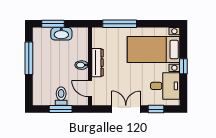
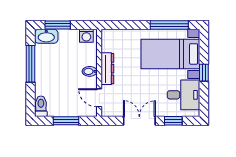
window: (120, 24) -> (169, 25), moved
washing machine: (79, 33) -> (86, 36), added
washbasin: (61, 34) -> (46, 36), moved
toilet: (61, 96) -> (41, 106), moved

